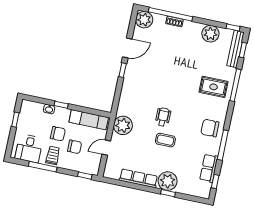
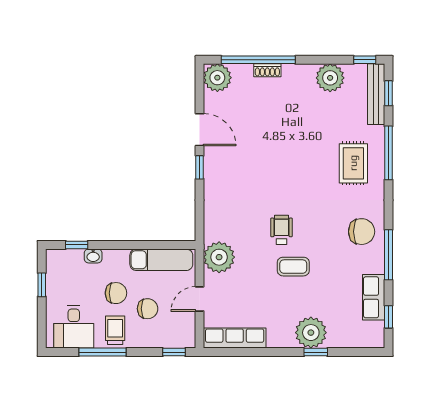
door: (127, 48) -> (200, 130), hinge flipped
rug: (214, 87) -> (353, 163), turned 90
window: (61, 105) -> (77, 245), moved
chair: (210, 128) -> (362, 232), turned 180
row of seats: (138, 178) -> (235, 338), moved

